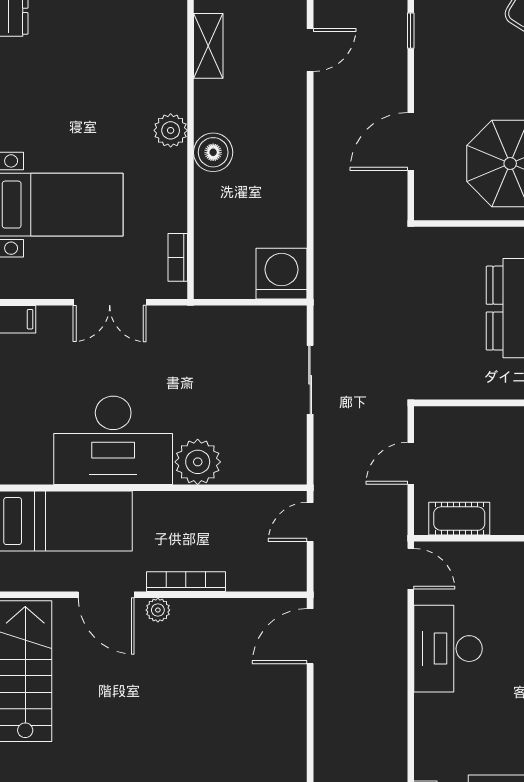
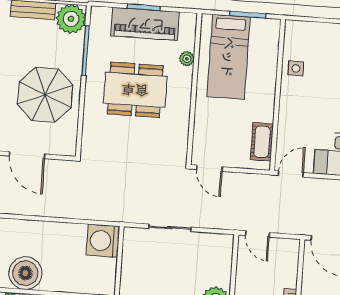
boiler: (213, 152) -> (25, 273), width x1.37, depth x1.37
door: (411, 463) -> (209, 168), moved

